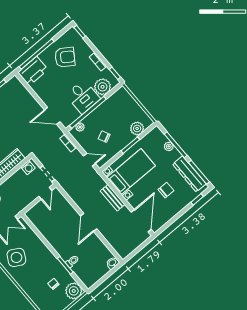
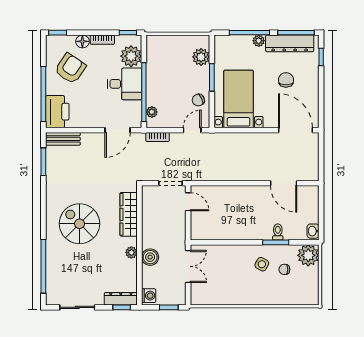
floor lamp: (87, 51) -> (82, 41), added
chair: (104, 137) -> (198, 100), moved
plant: (169, 146) -> (259, 41), moved
washing machine: (28, 168) -> (148, 197), removed
bench: (113, 198) -> (63, 139), moved
door: (89, 222) -> (284, 183), moved
side table: (16, 257) -> (262, 264), moved, width x0.54, depth x0.54
washbasin: (112, 263) -> (313, 231), moved

